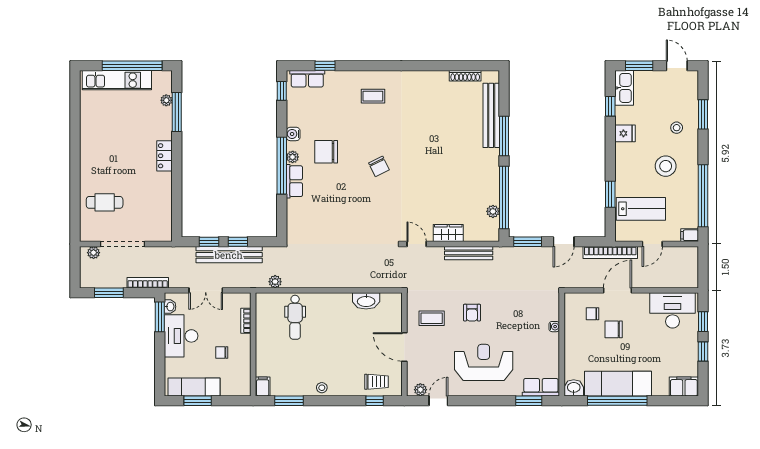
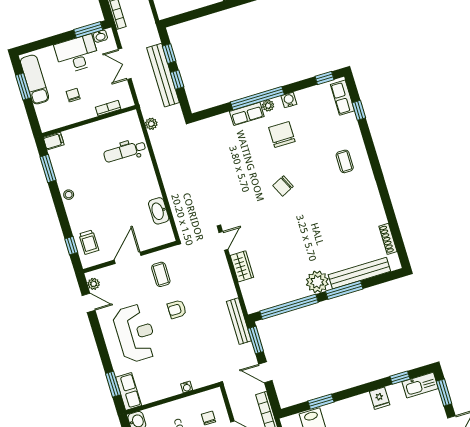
plant: (493, 211) -> (317, 282), moved, width x1.87, depth x1.87
bench: (469, 253) -> (239, 321), moved

